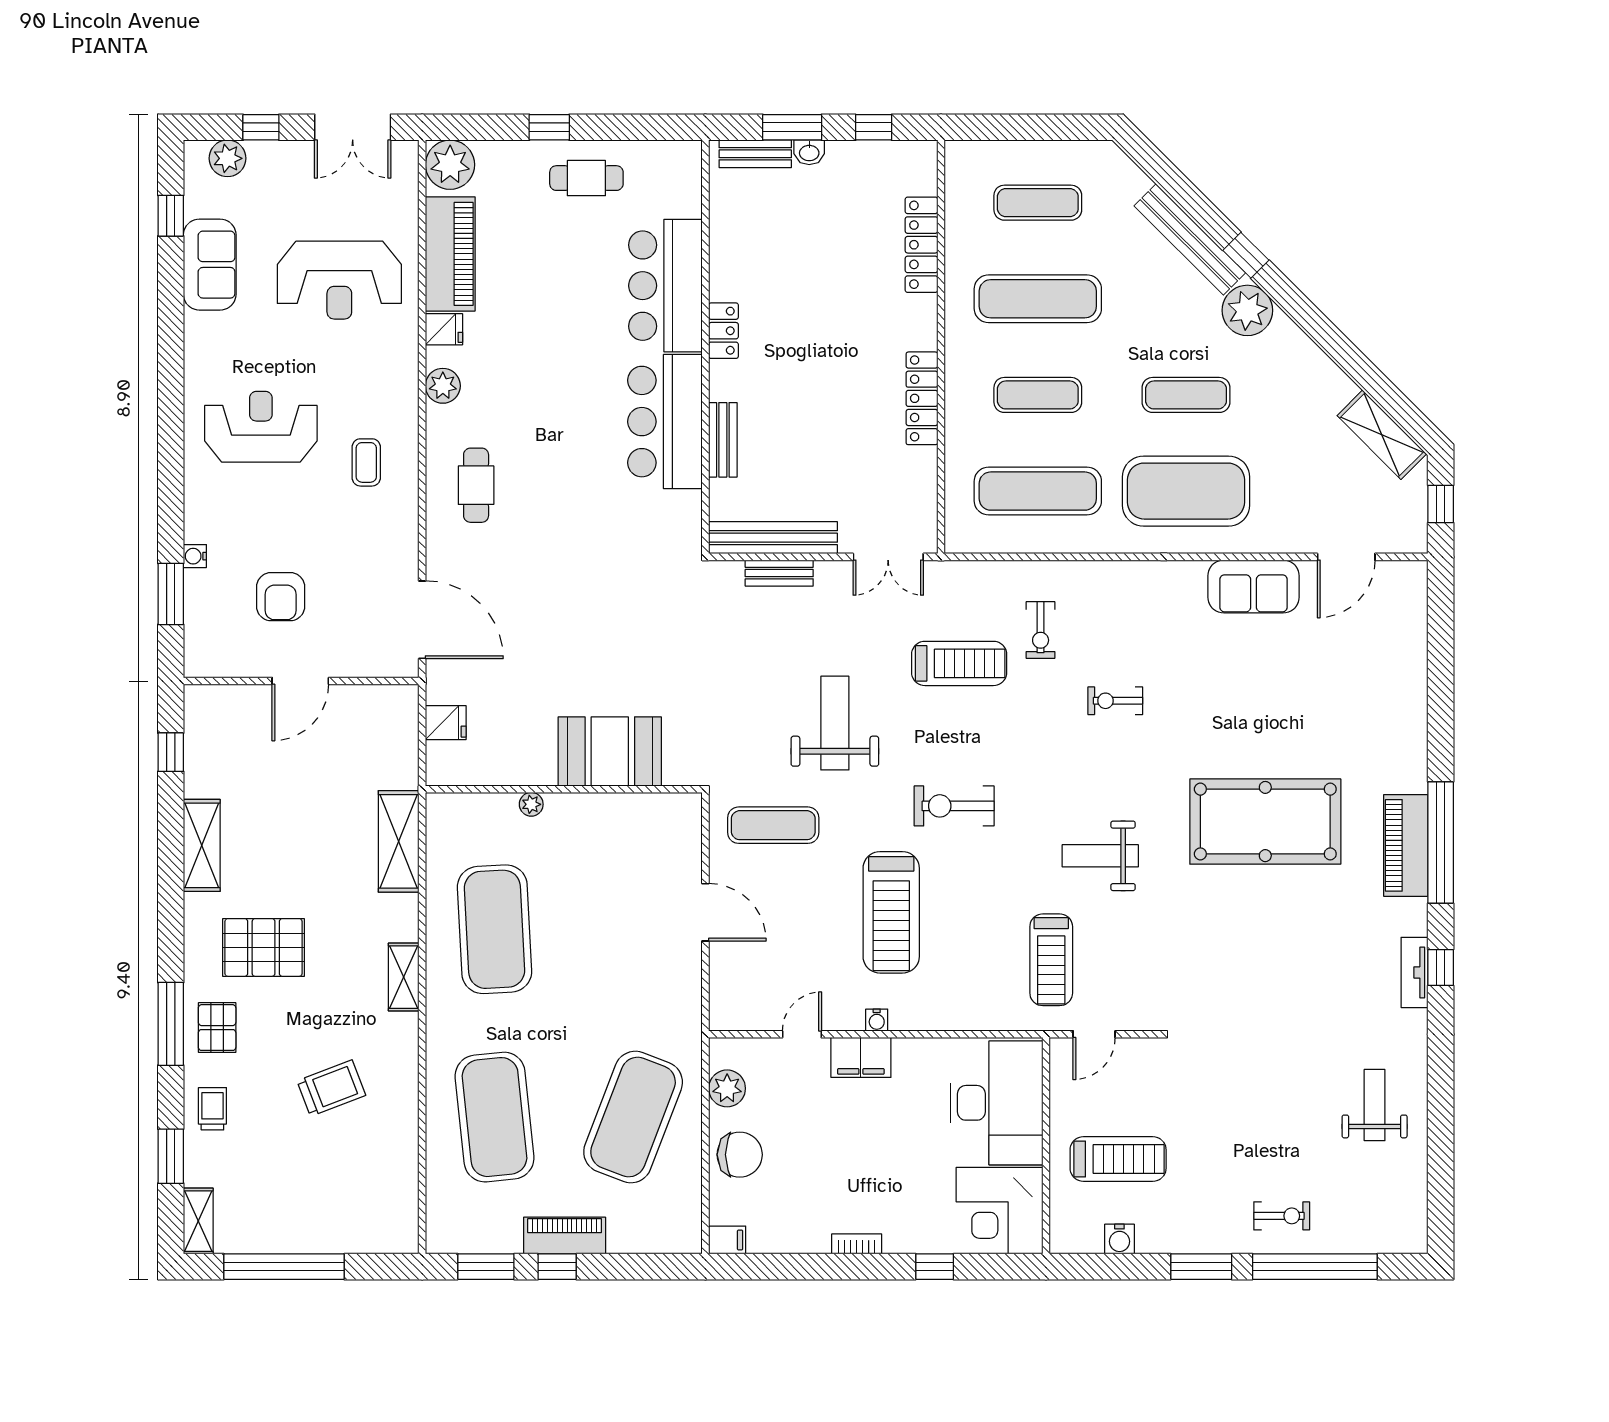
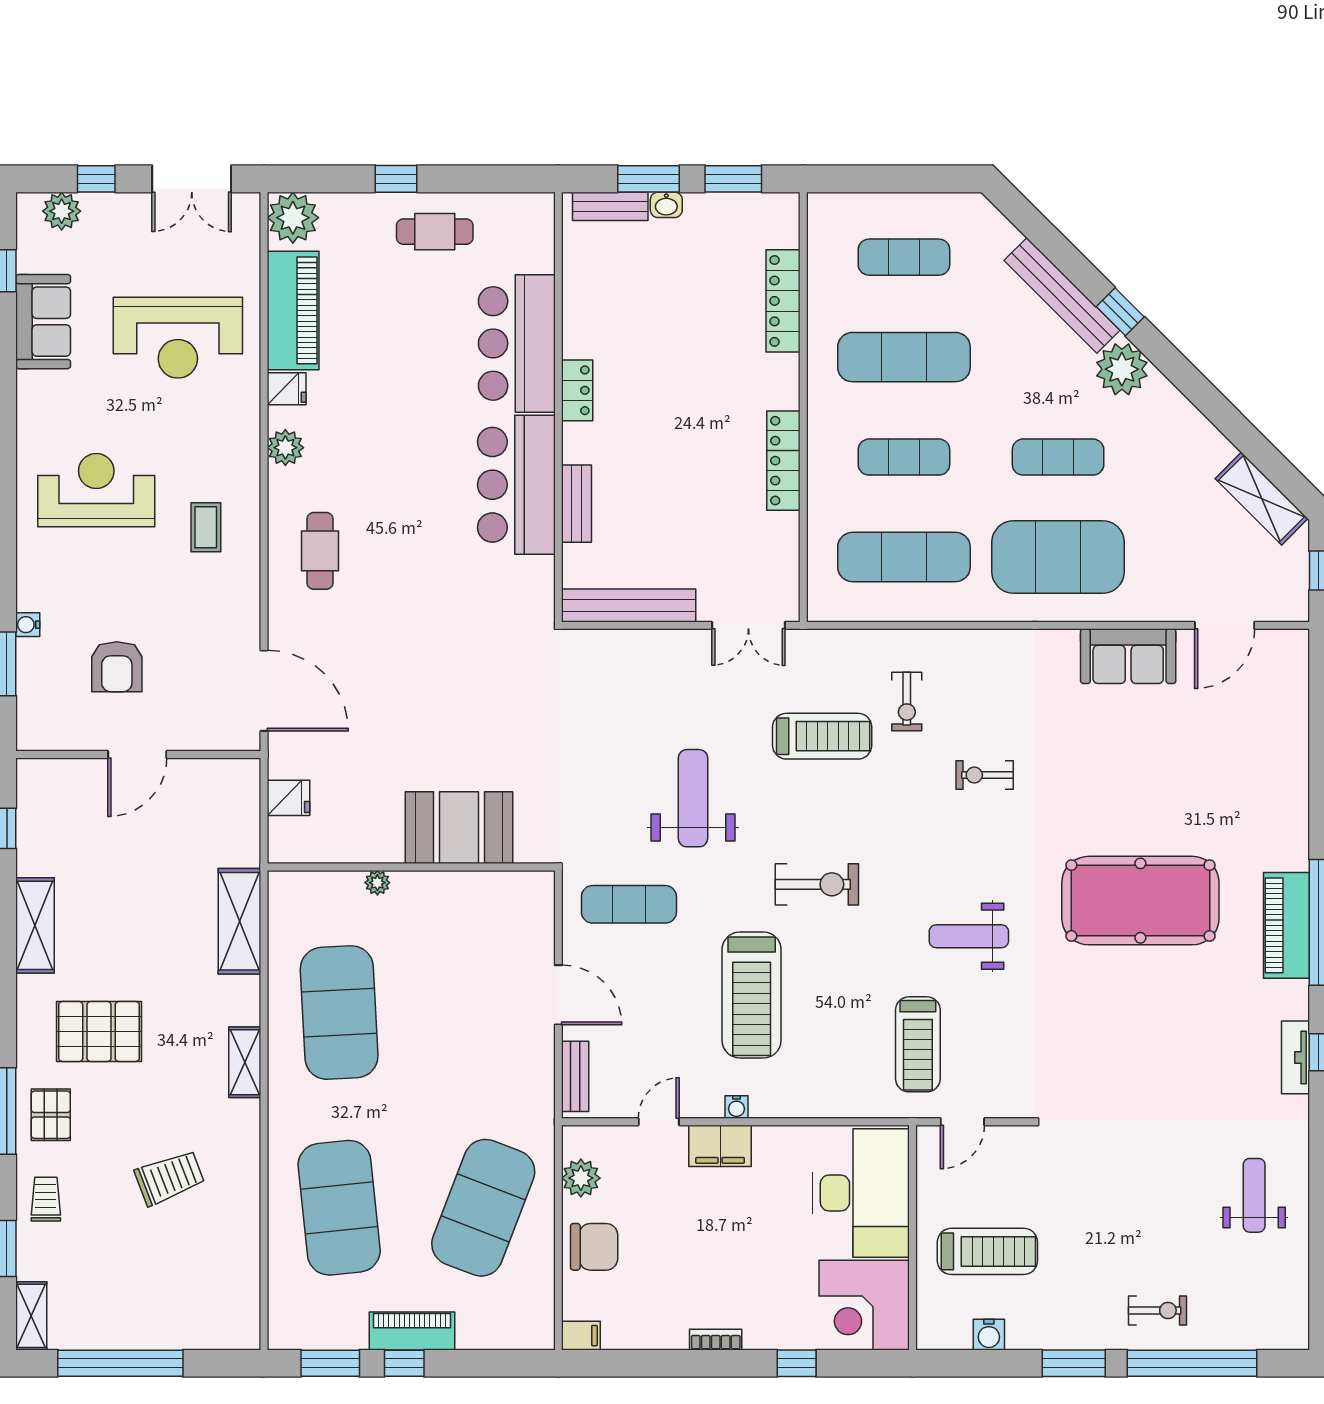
window: (874, 127) -> (733, 179), width x1.50
bench: (779, 573) -> (575, 1076), moved, turned 90
exercise bike: (954, 806) -> (817, 884), turned 180

